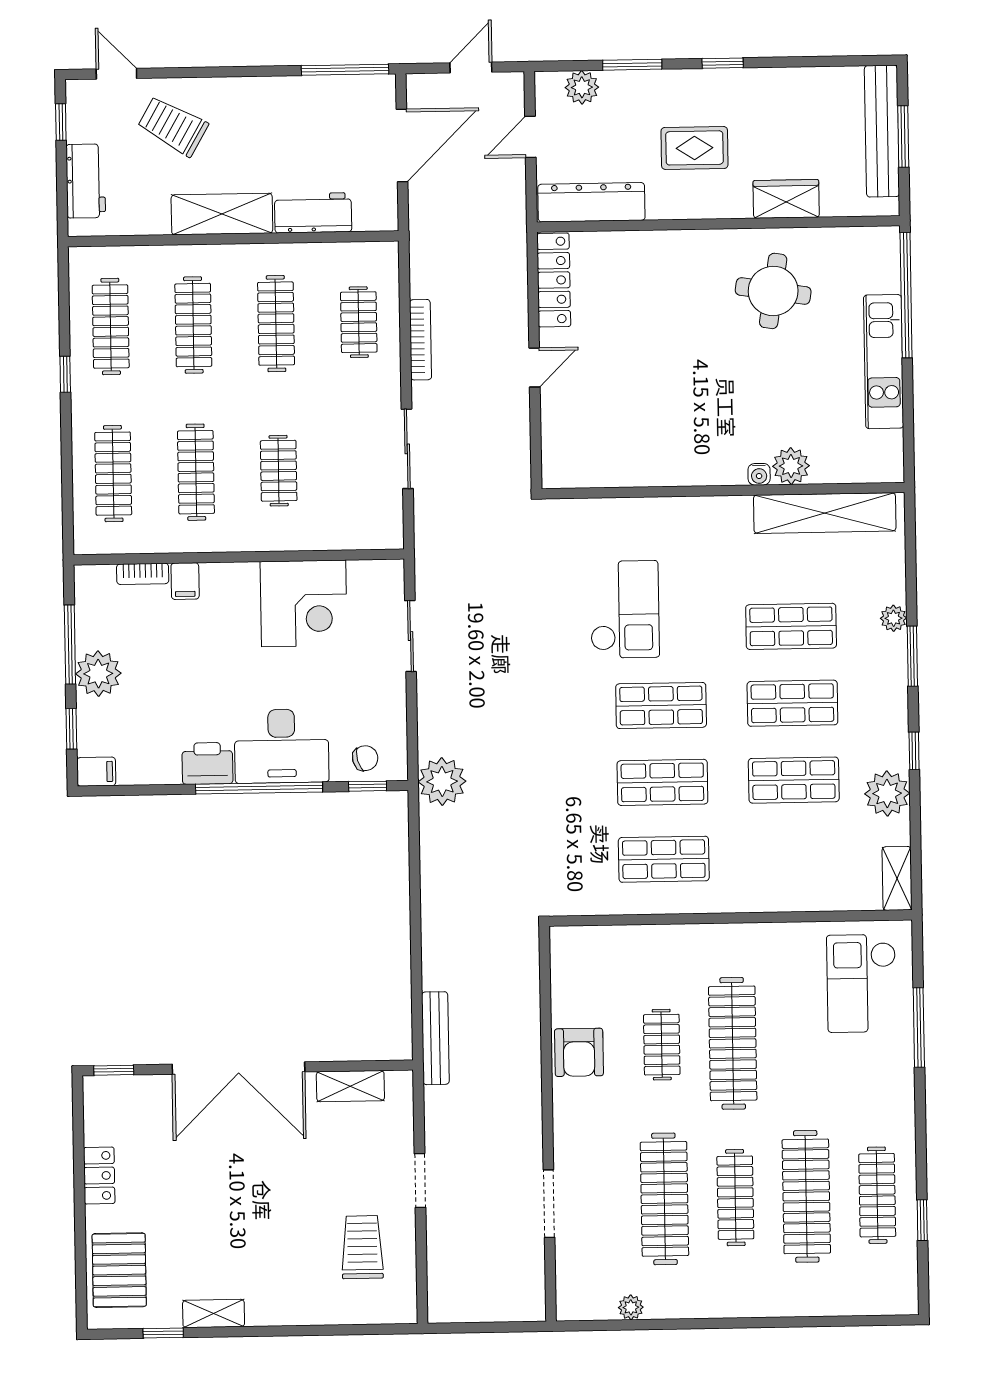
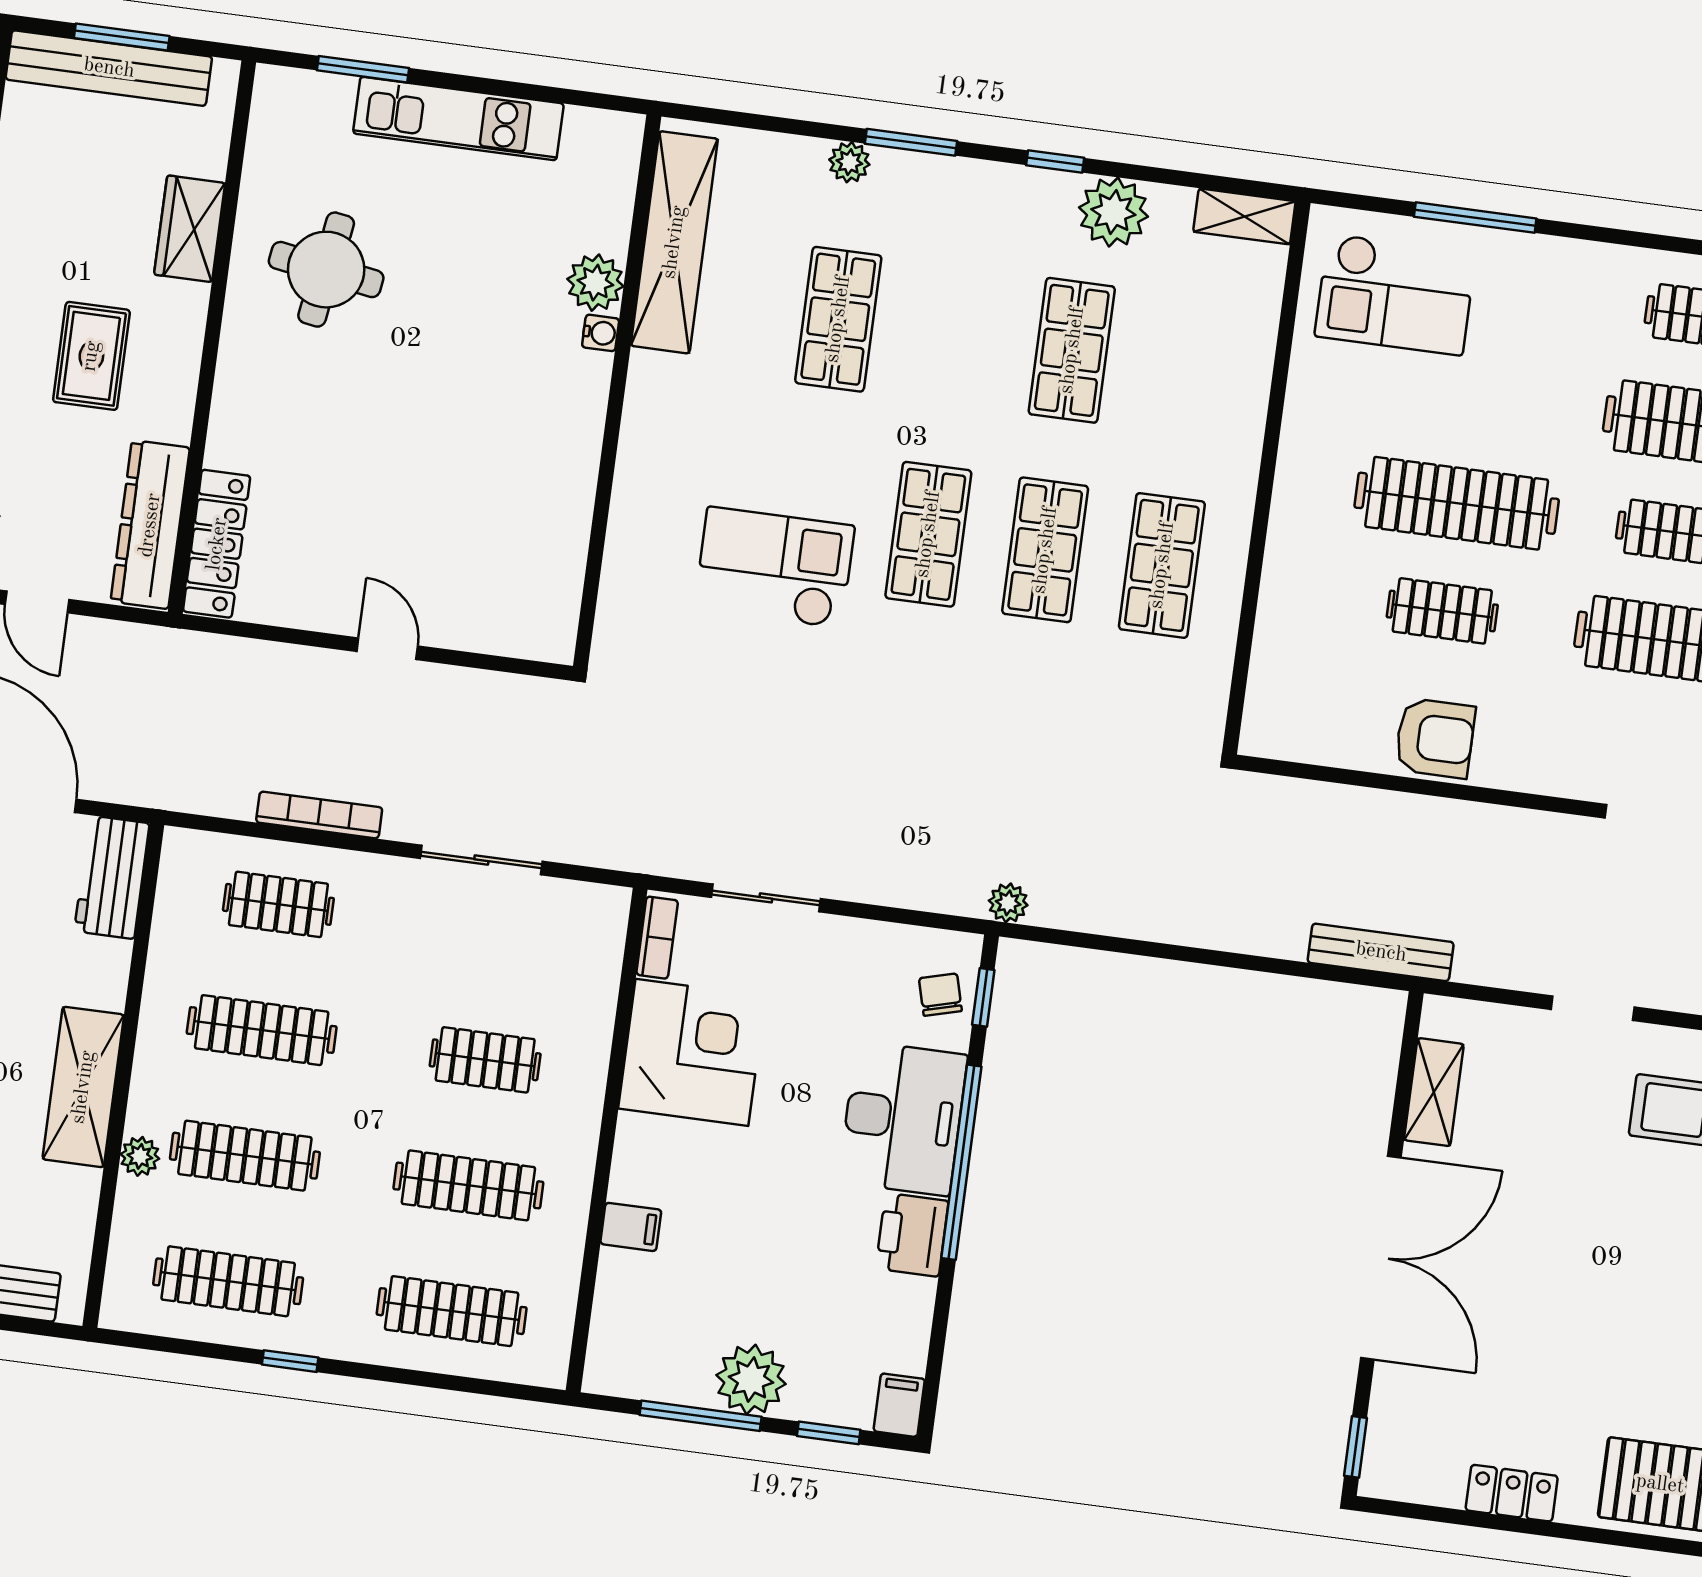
workbench: (313, 213) -> (112, 877), moved
plant: (183, 257) -> (140, 1156), added
locker: (554, 280) -> (217, 544), moved, turned 90
window: (906, 295) -> (363, 69), width x0.47
bookcase: (143, 574) -> (657, 938), moved
shop shelf: (792, 703) -> (955, 335), removed
plant: (442, 781) -> (1008, 903), width x0.53, depth x0.53

